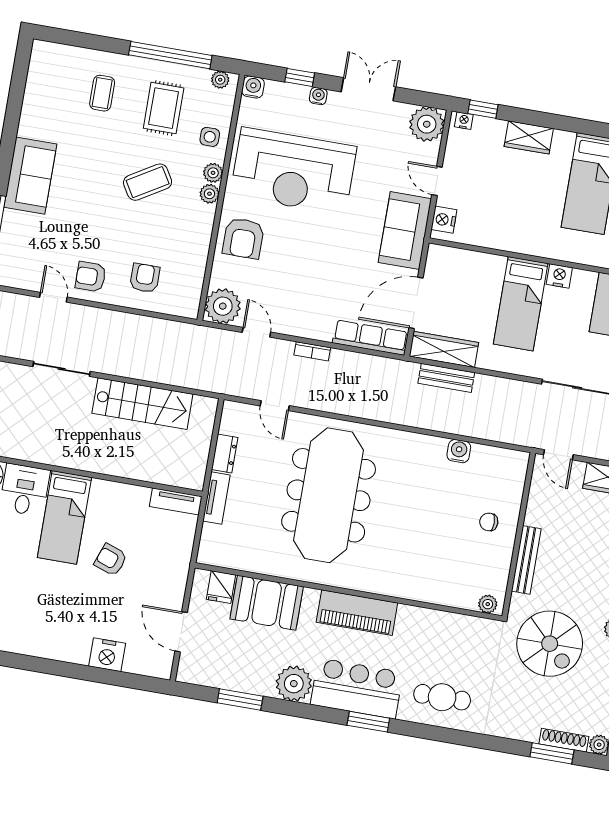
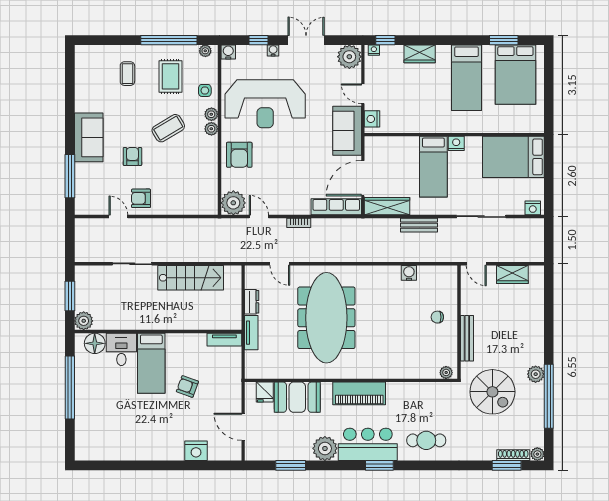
armchair: (145, 278) -> (132, 156), moved
bench: (446, 378) -> (419, 225), moved

